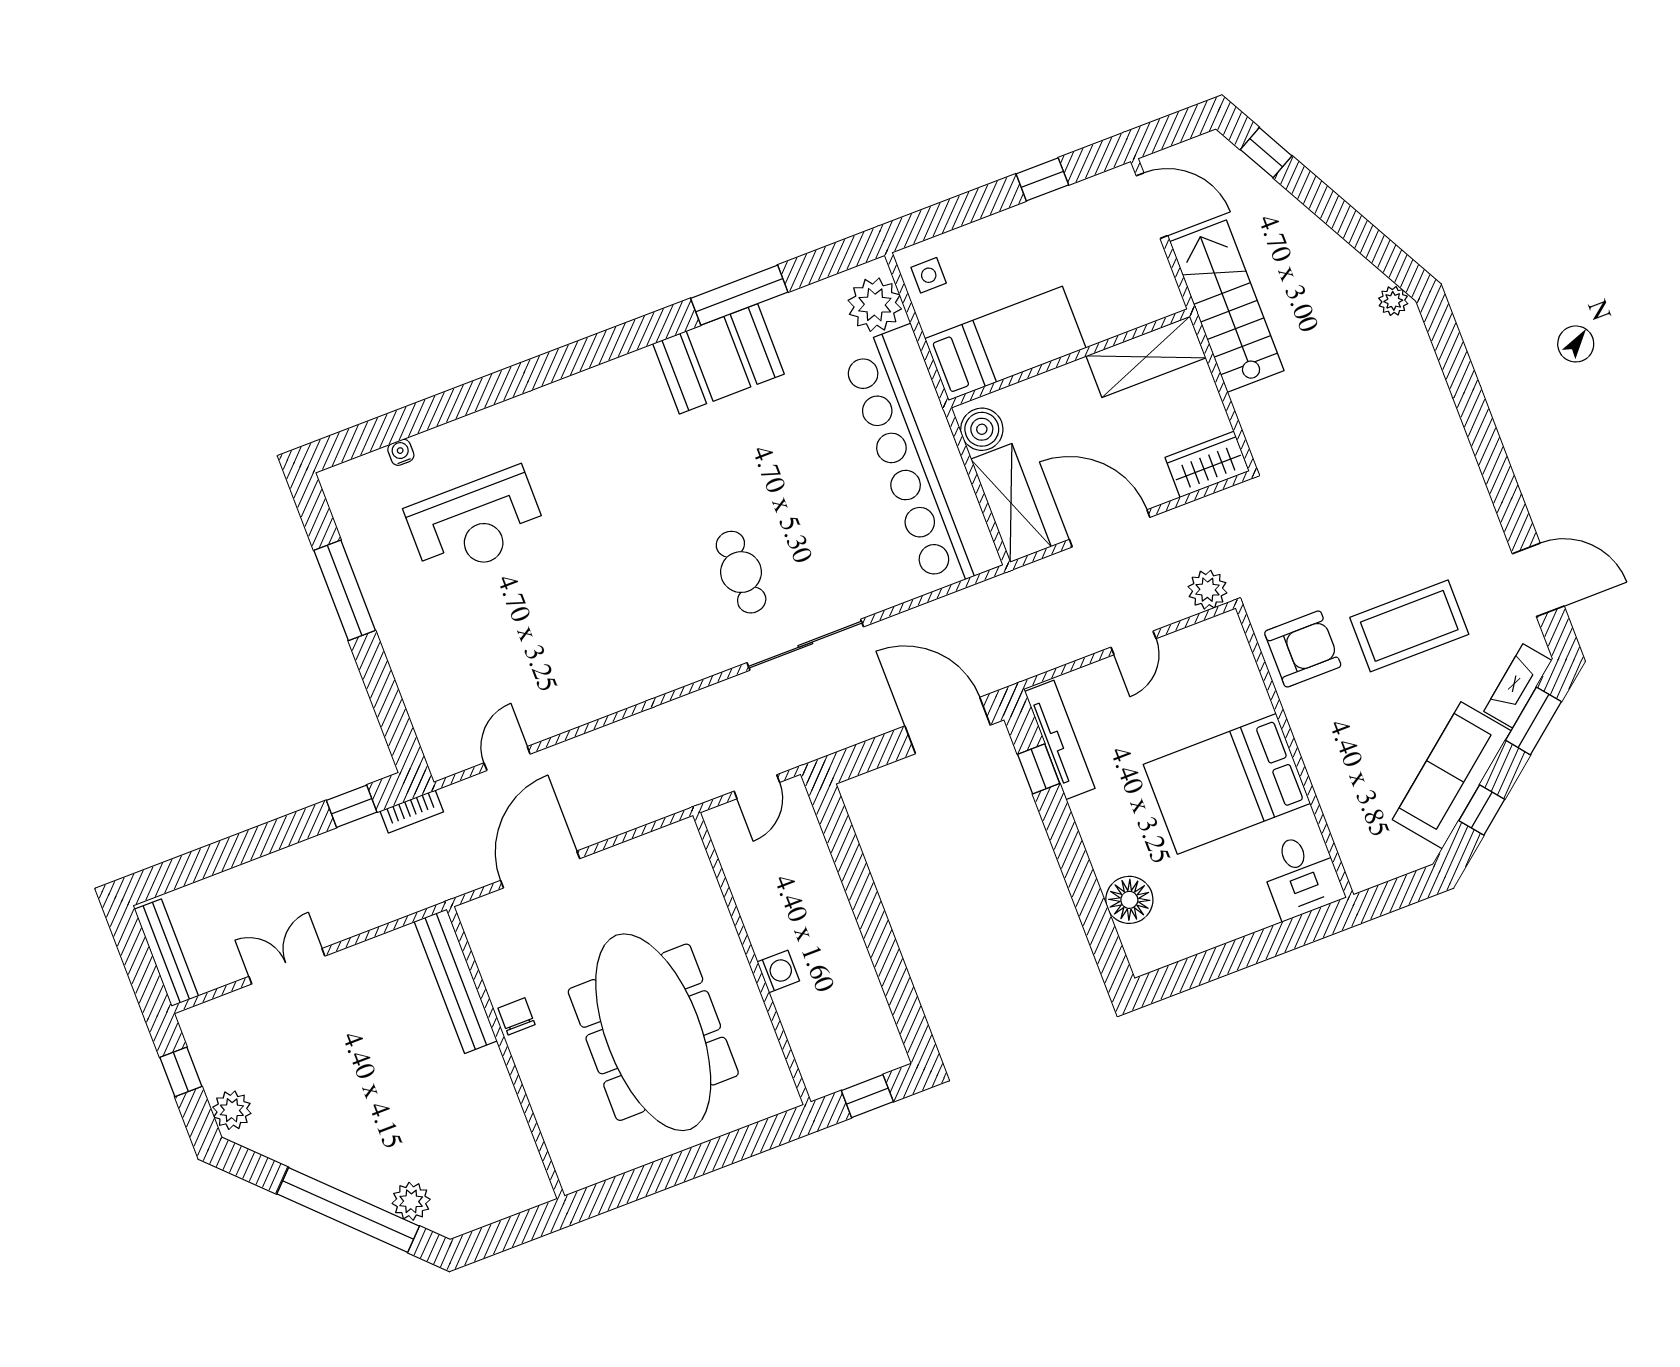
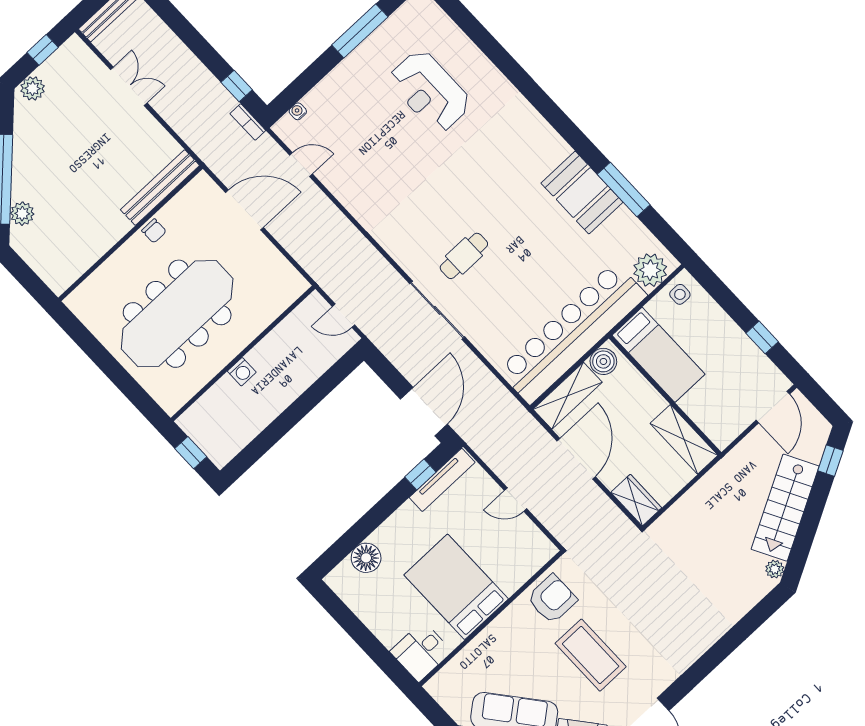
stairs: (1227, 306) -> (785, 508), moved, turned 152
water cooler: (401, 452) -> (298, 111), moved, turned -90
plant: (1207, 590) -> (564, 530), removed
armchair: (1303, 649) -> (552, 599), turned -90
chair: (517, 1016) -> (154, 231), turned 90

